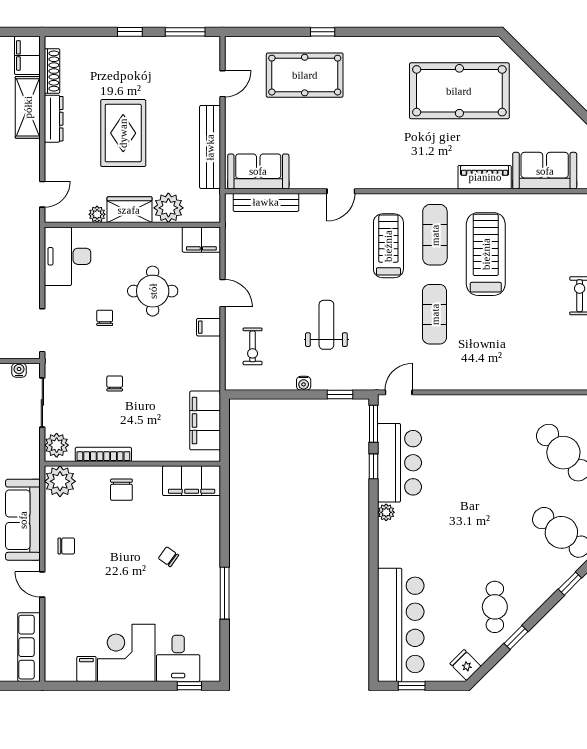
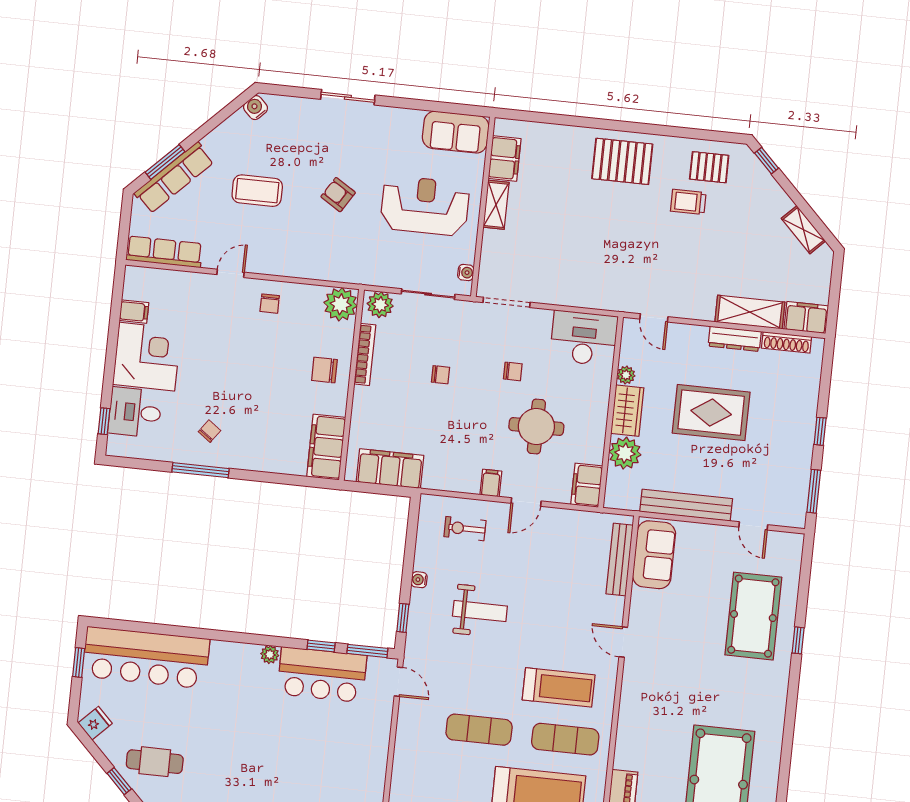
sofa: (23, 520) -> (303, 260), removed
chair: (169, 557) -> (209, 431), moved

